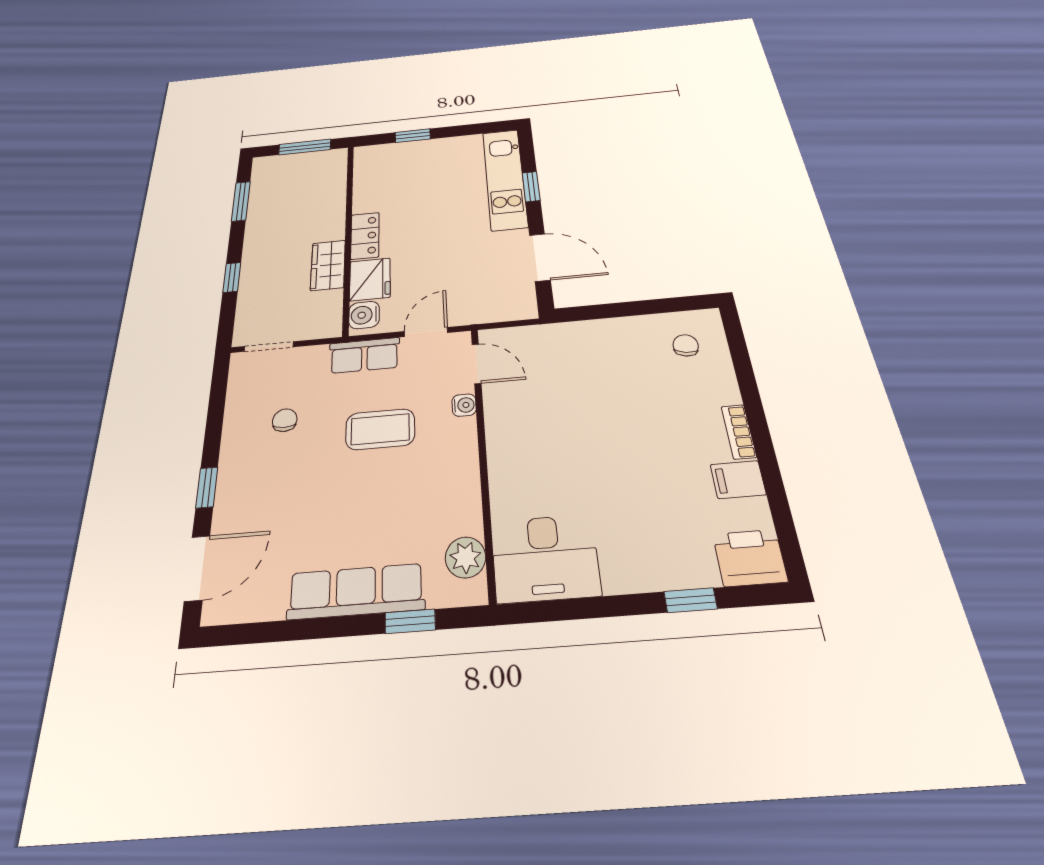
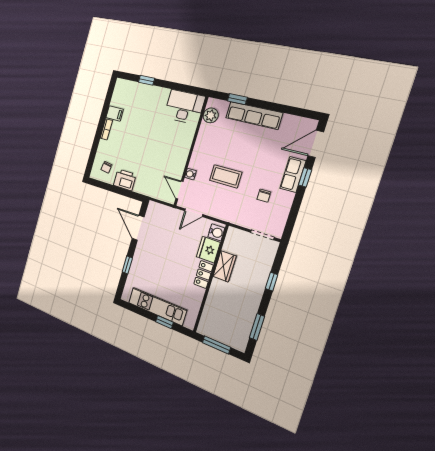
kitchen unit: (505, 179) -> (157, 306), moved, turned -90
row of seats: (364, 355) -> (293, 175), moved, turned -90
printer: (750, 558) -> (125, 180), moved, turned 180

